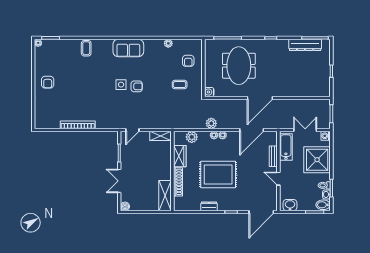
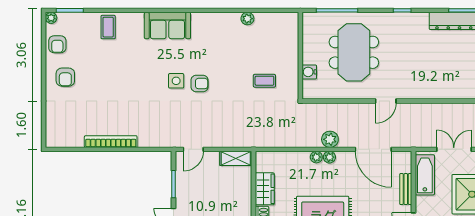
coffee table: (86, 48) -> (108, 27), moved
sofa: (128, 48) -> (167, 26), moved
armchair: (188, 61) -> (57, 44), moved
water cooler: (209, 92) -> (309, 72), moved
door: (260, 98) -> (386, 101), width x0.53
plant: (211, 123) -> (330, 139), moved
door: (252, 130) -> (373, 149), hinge flipped
plant: (192, 137) -> (283, 160), removed

